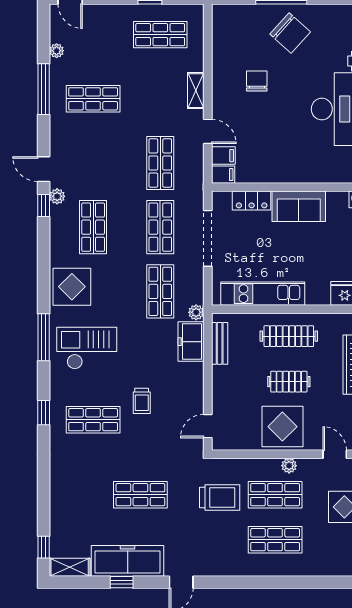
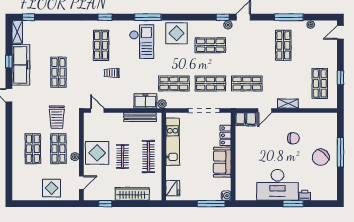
bench: (220, 343) -> (140, 117), width x1.36

